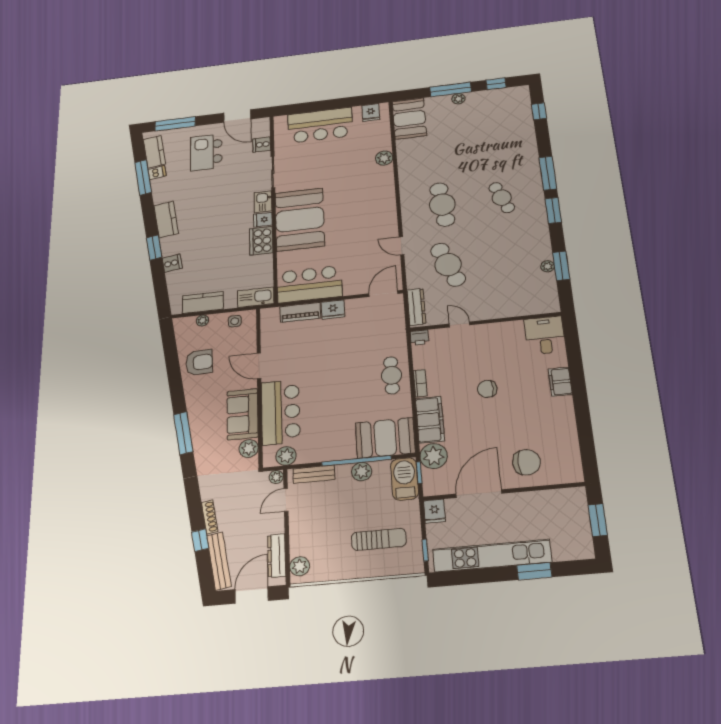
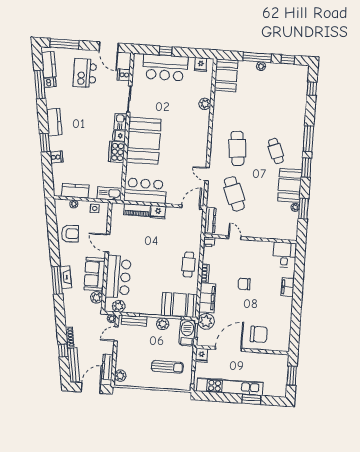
window: (318, 106) -> (166, 51), added
booth: (533, 238) -> (290, 185), added
fireplace: (197, 426) -> (66, 277), added

